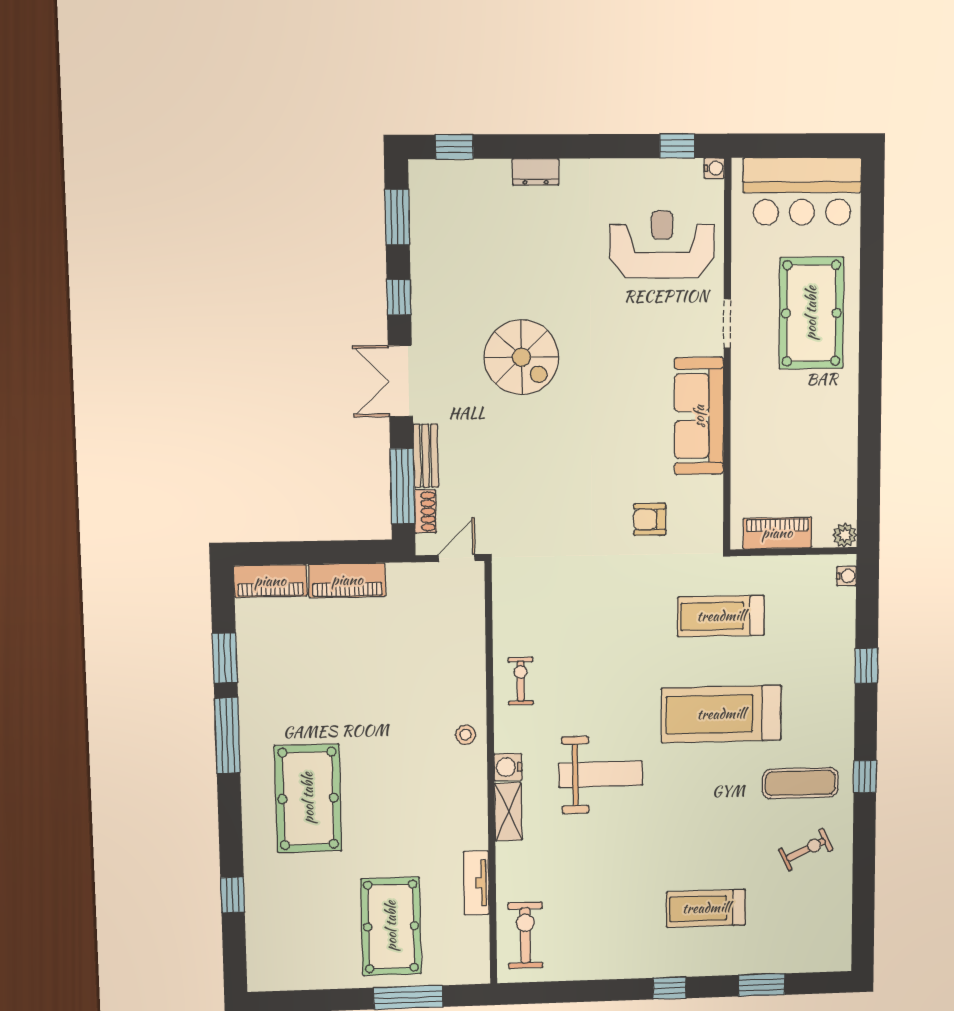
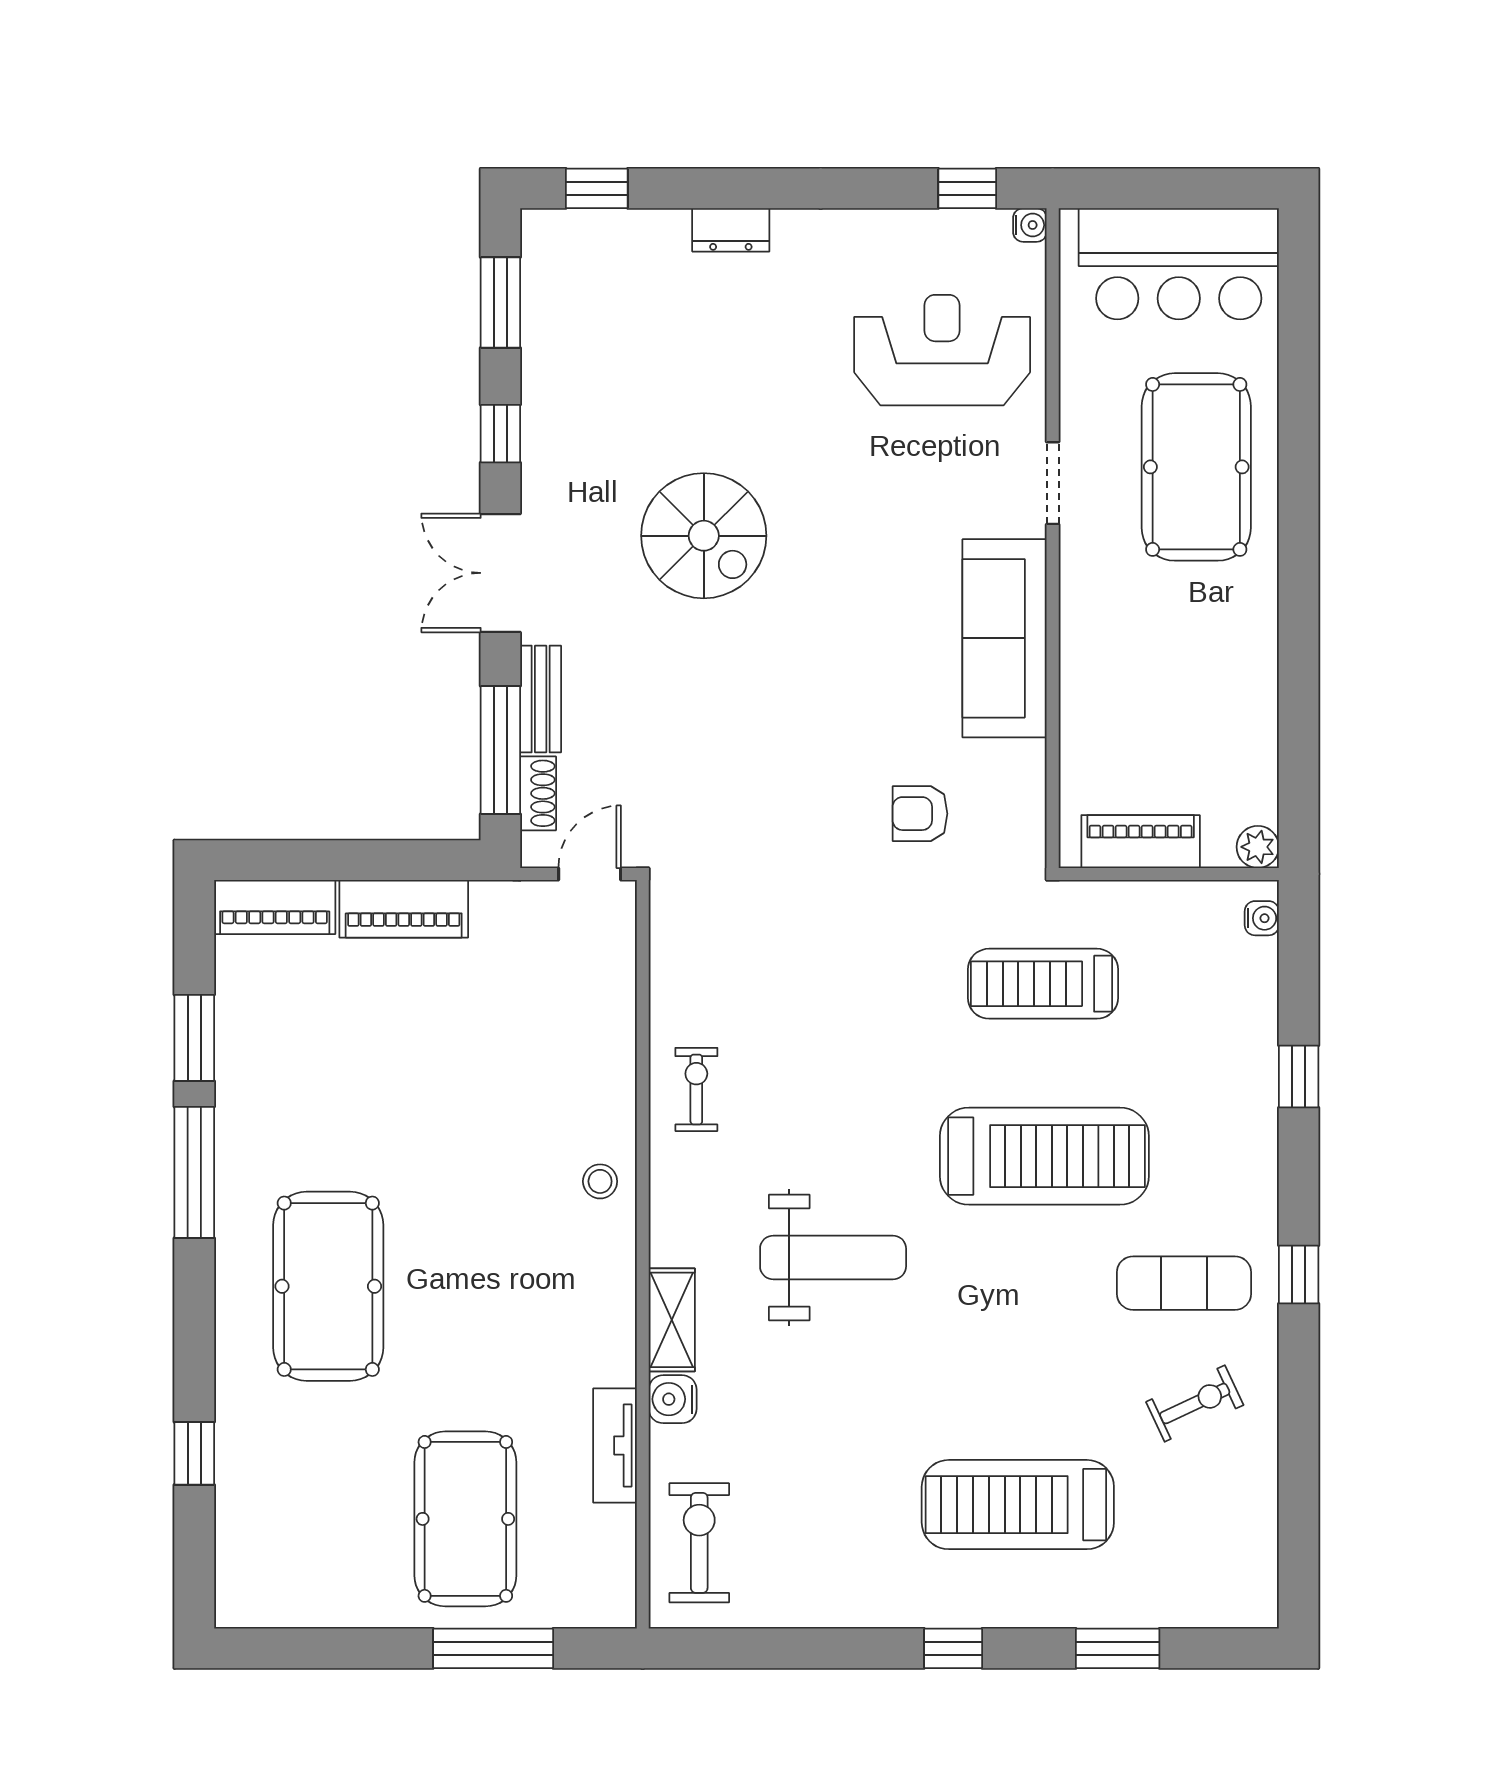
treadmill: (721, 714) -> (1044, 1156), turned 180
water cooler: (508, 767) -> (673, 1399), moved
treadmill: (706, 908) -> (1018, 1505), width x1.37, depth x1.38

